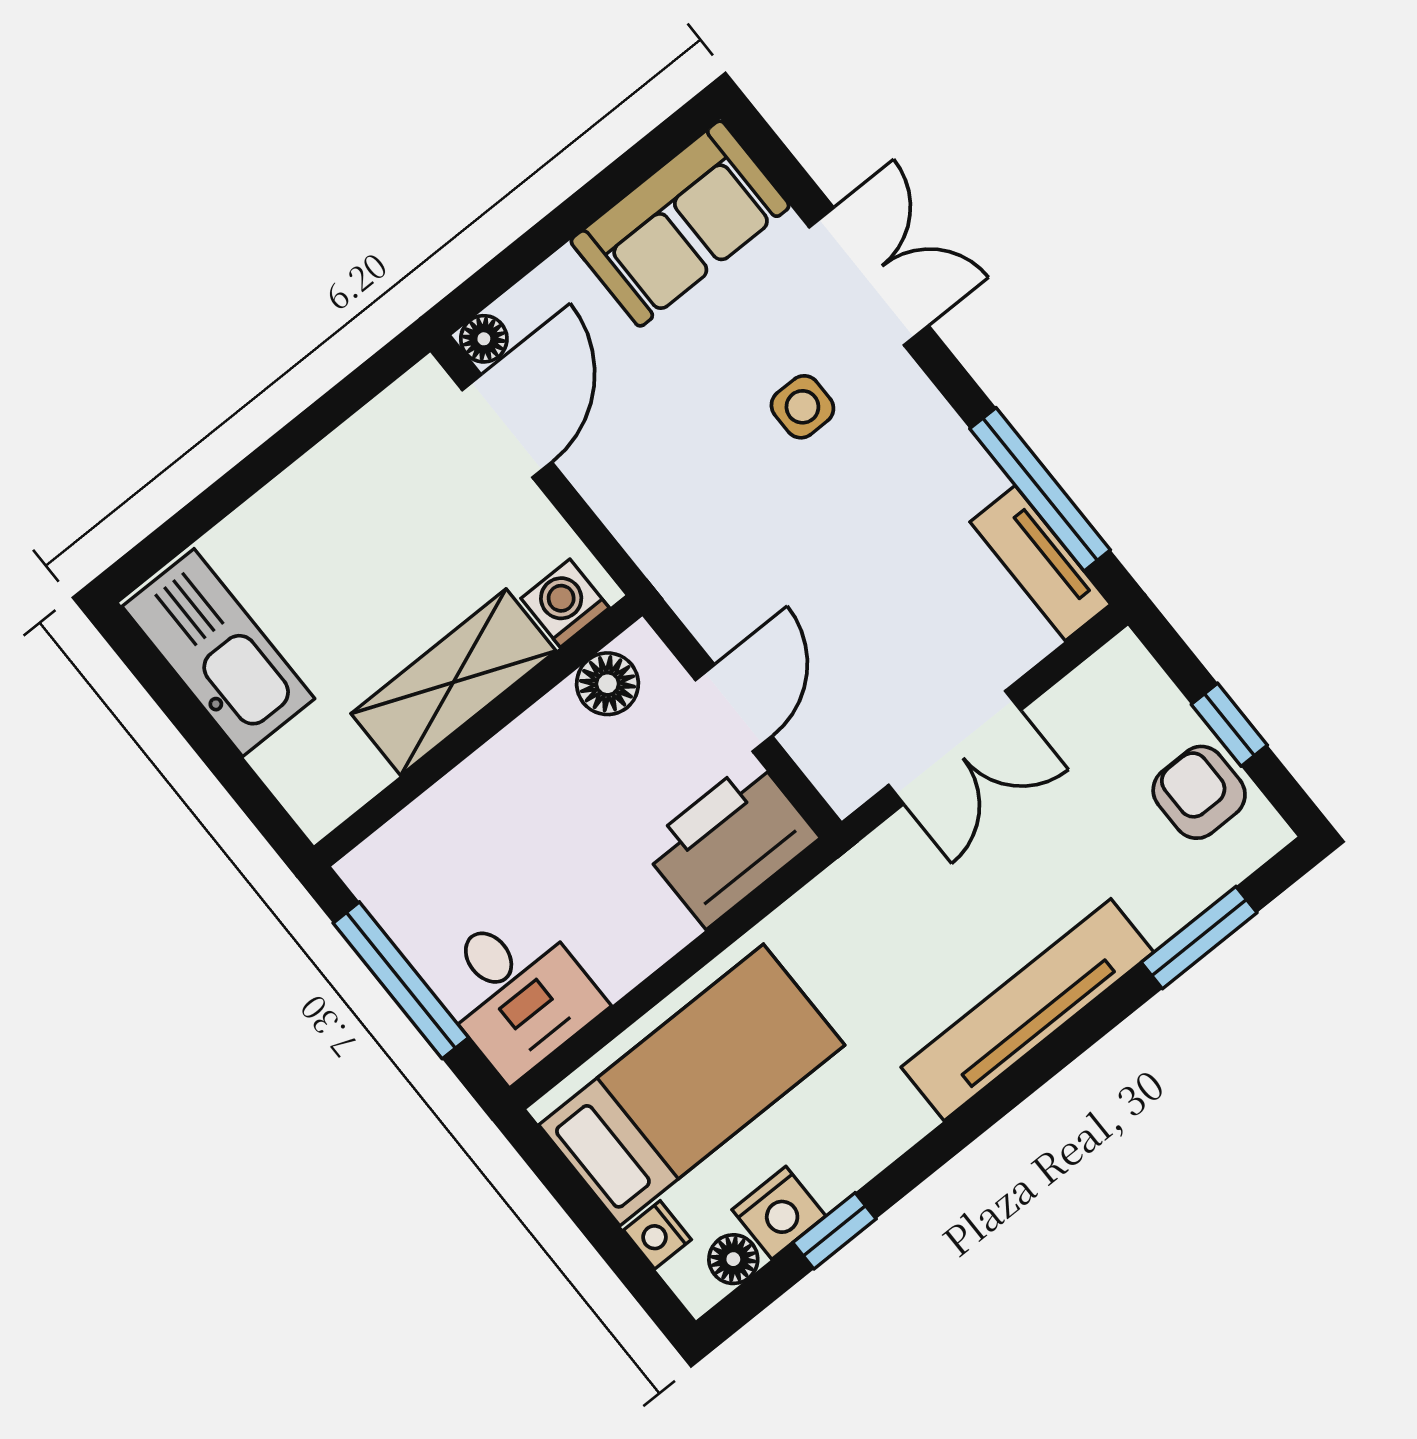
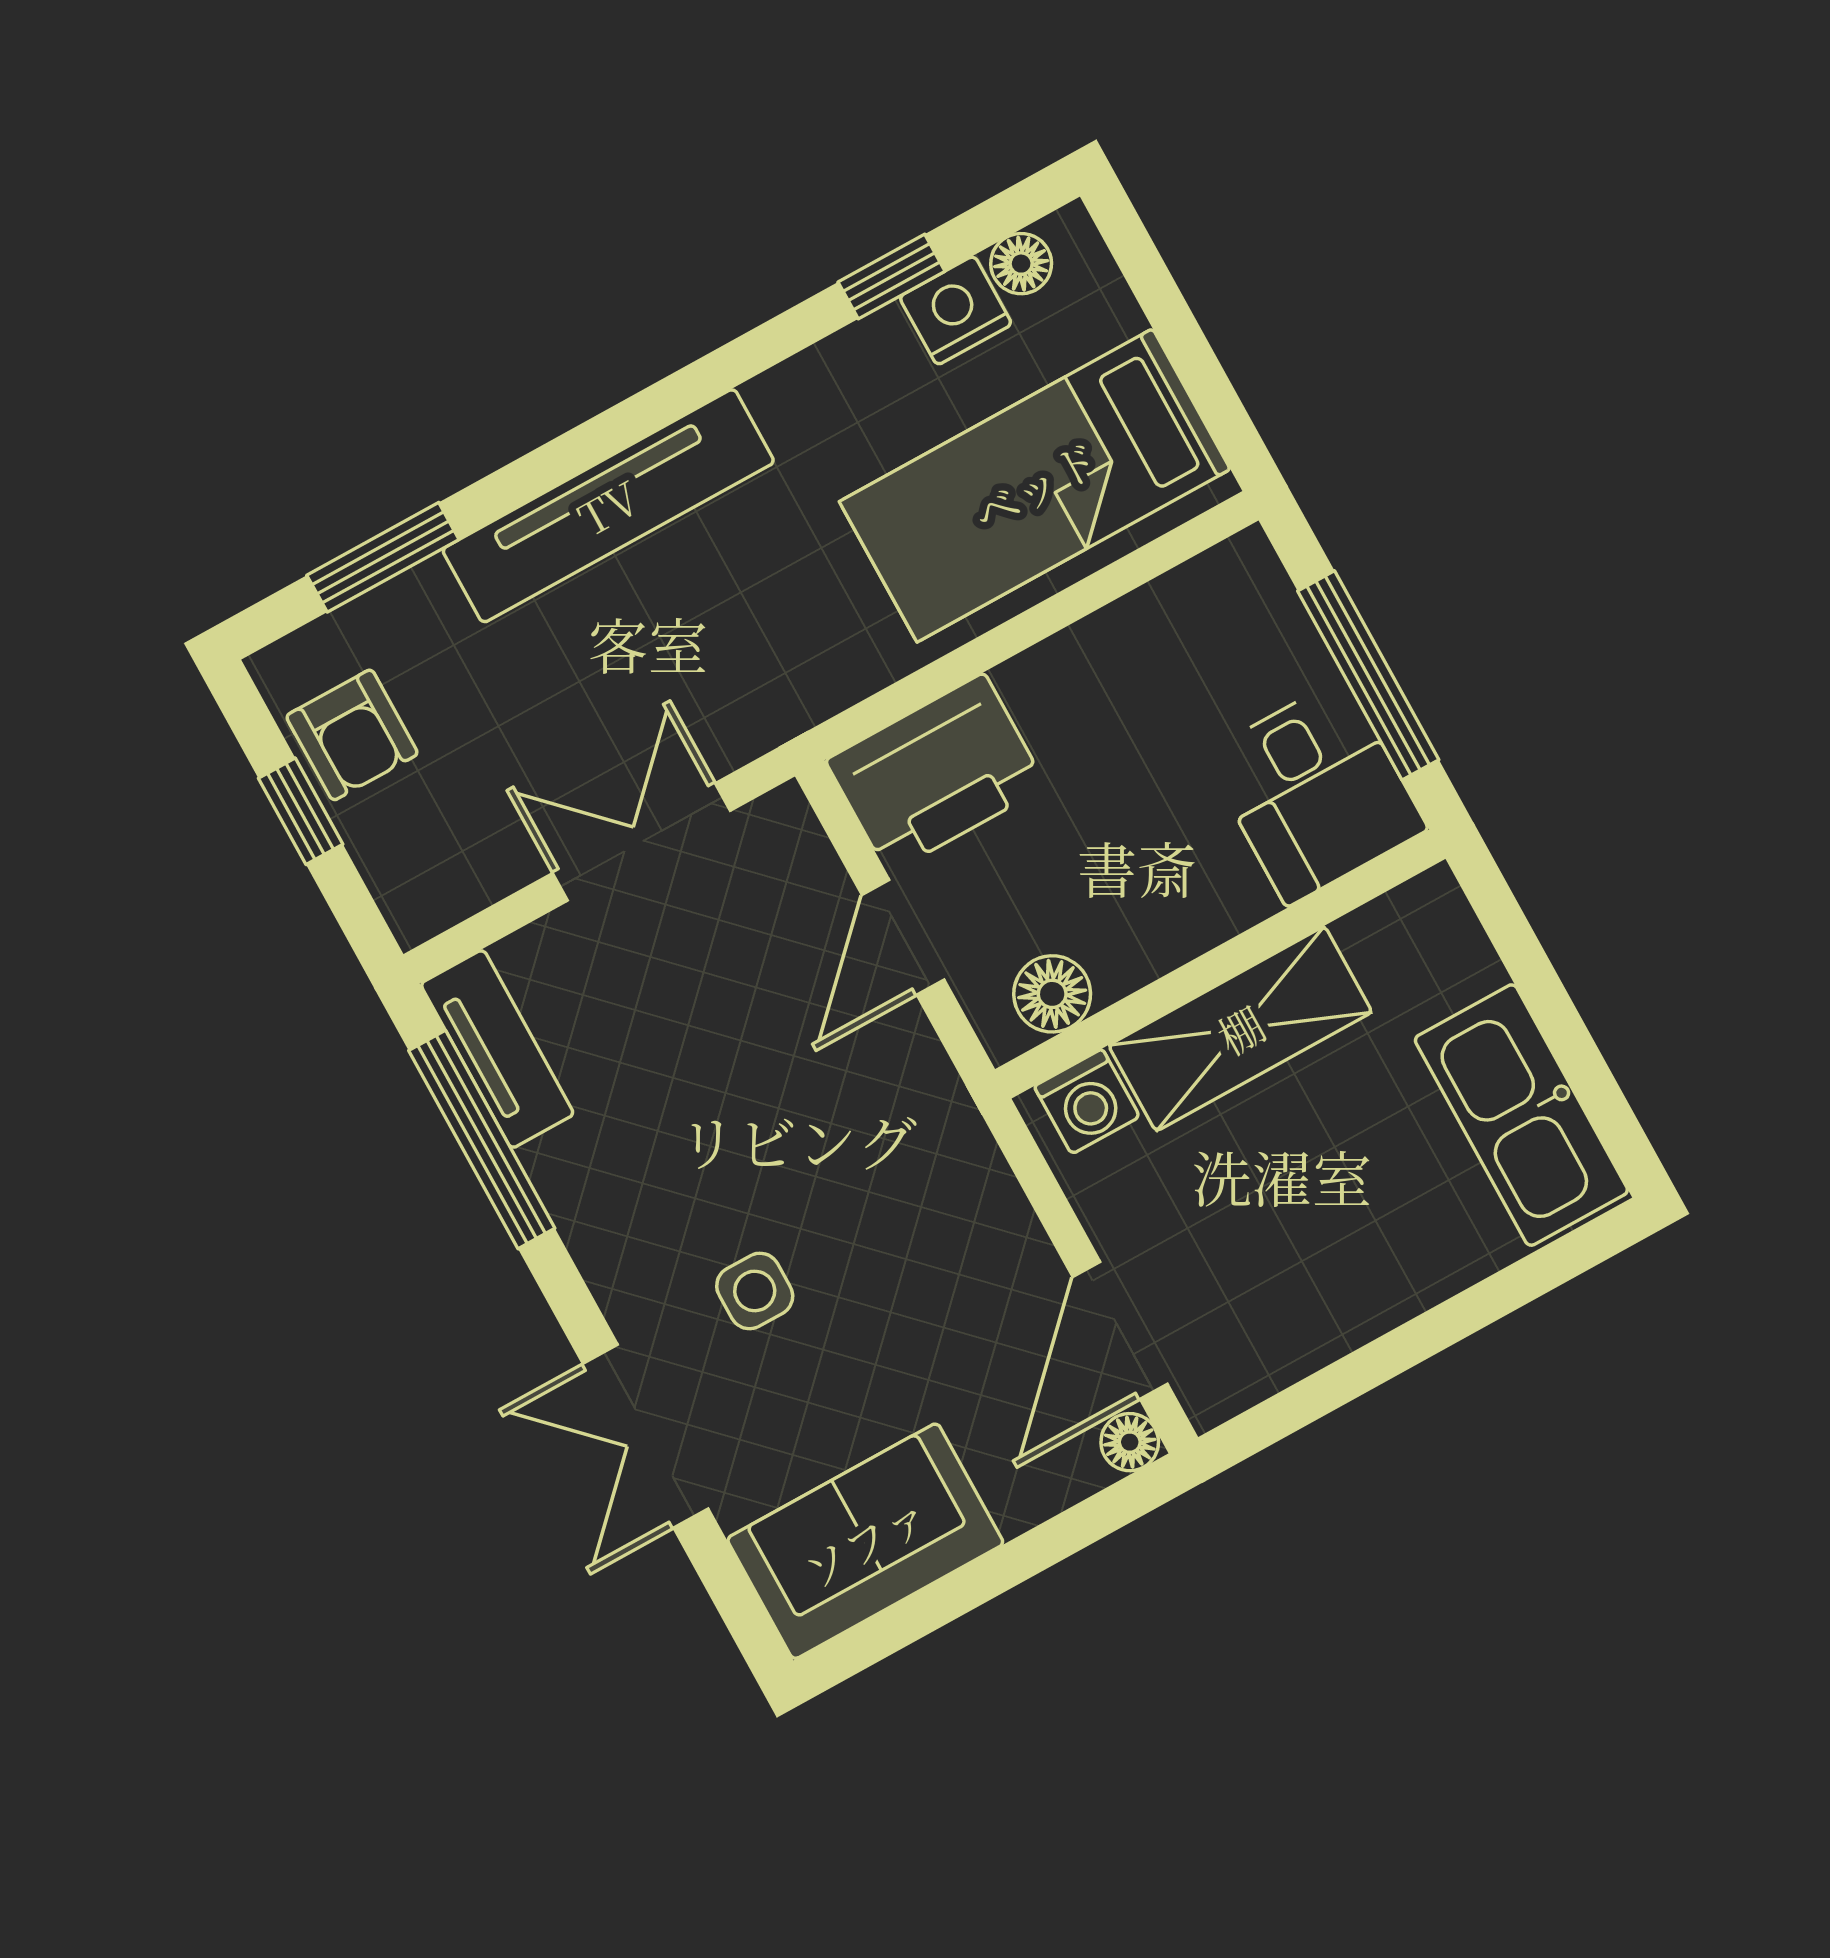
desk: (516, 992) -> (1315, 792), moved, turned 180
nightstand: (657, 1235) -> (1109, 309), removed

